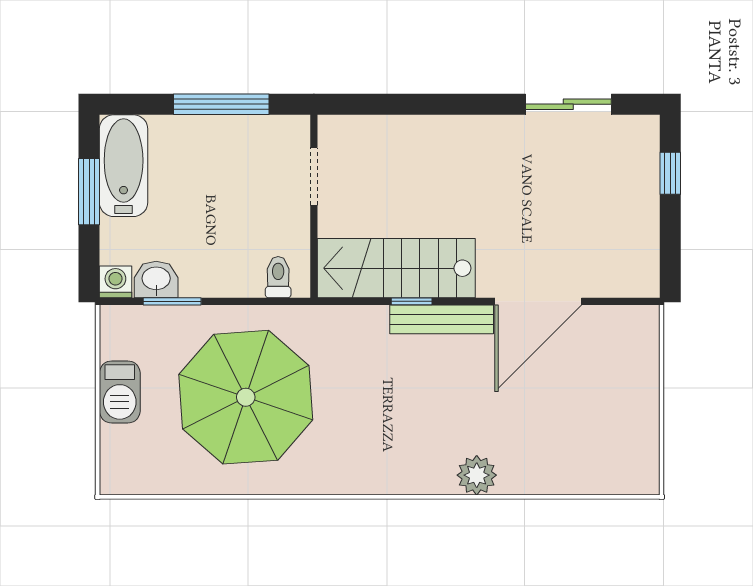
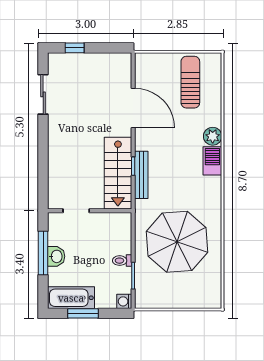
toilet: (278, 277) -> (122, 261), moved
washbasin: (156, 279) -> (56, 256), moved, turned 180
bench: (442, 319) -> (141, 175), moved
barbecue: (120, 392) -> (212, 161), moved, turned -90
sun lounger: (595, 427) -> (190, 82), added

